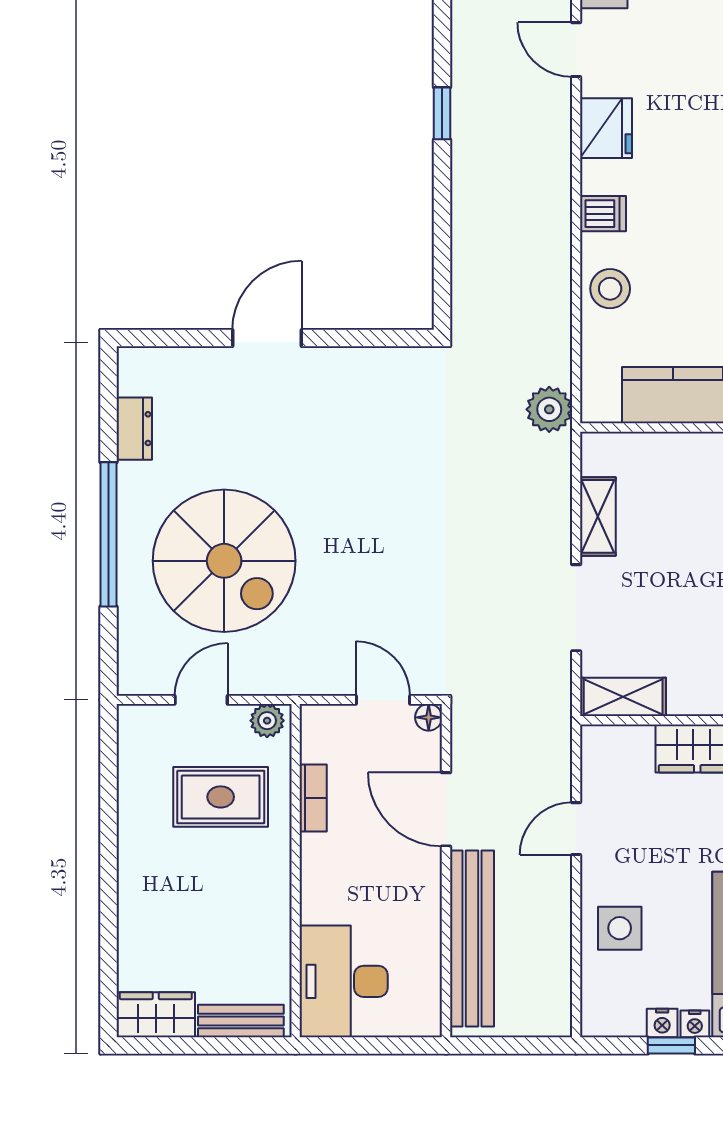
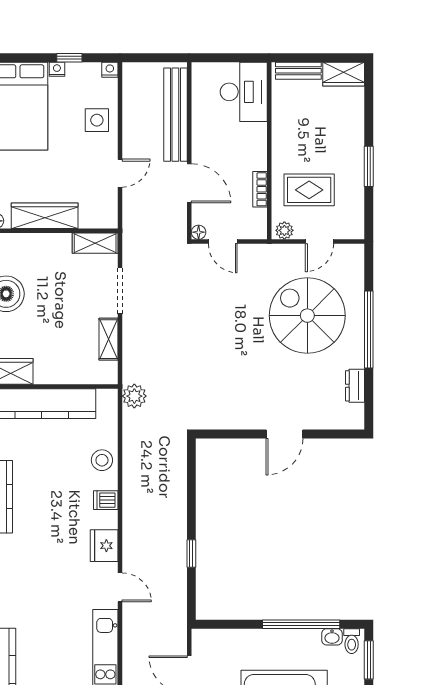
window: (109, 841) -> (369, 166), added
nightstand: (662, 1023) -> (110, 70), moved

